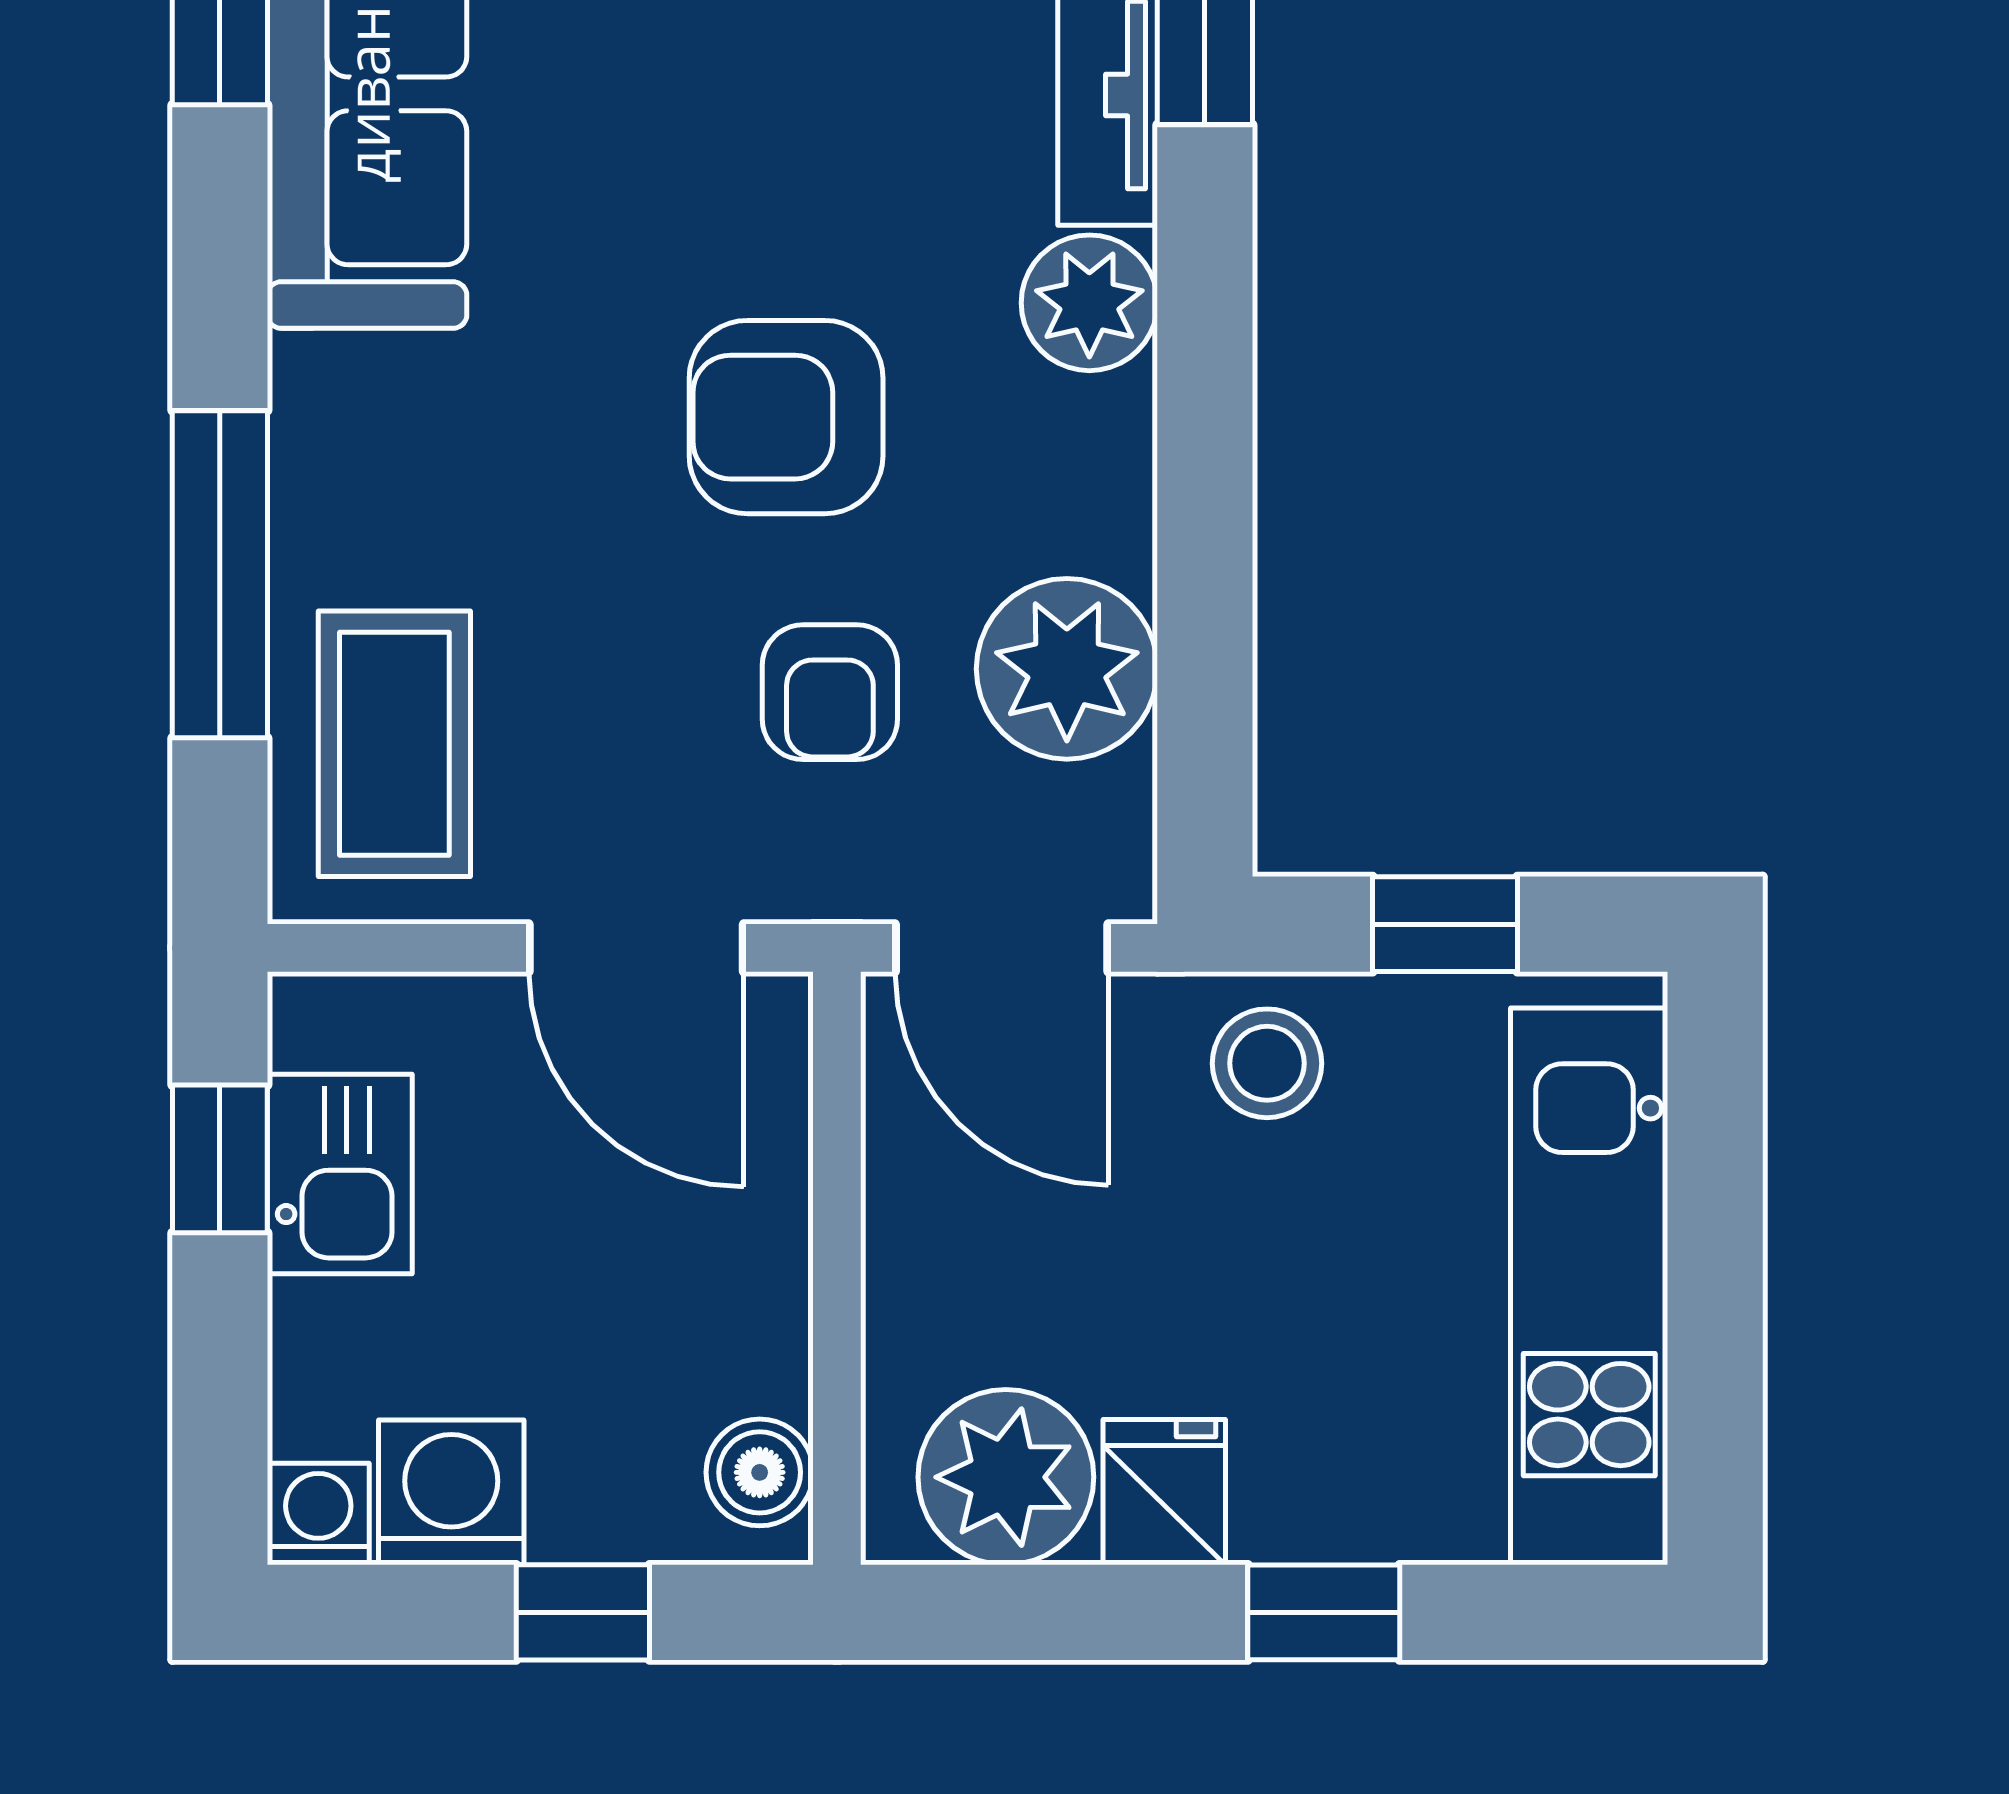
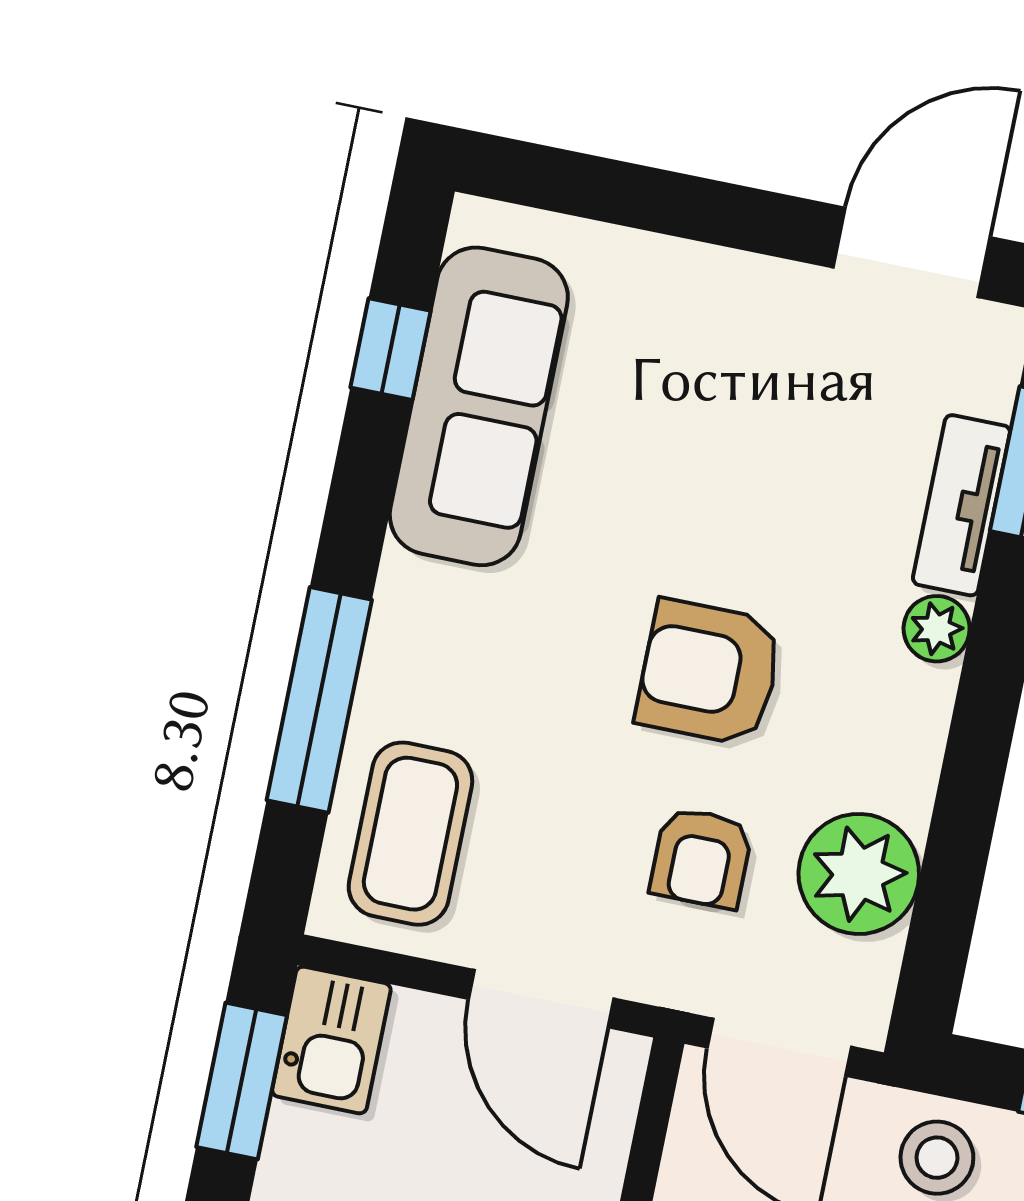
plant: (1089, 303) -> (937, 629), width x0.73, depth x0.73
window: (220, 1159) -> (242, 1081), width x1.50
kitchen sink: (340, 1174) -> (331, 1040), moved

